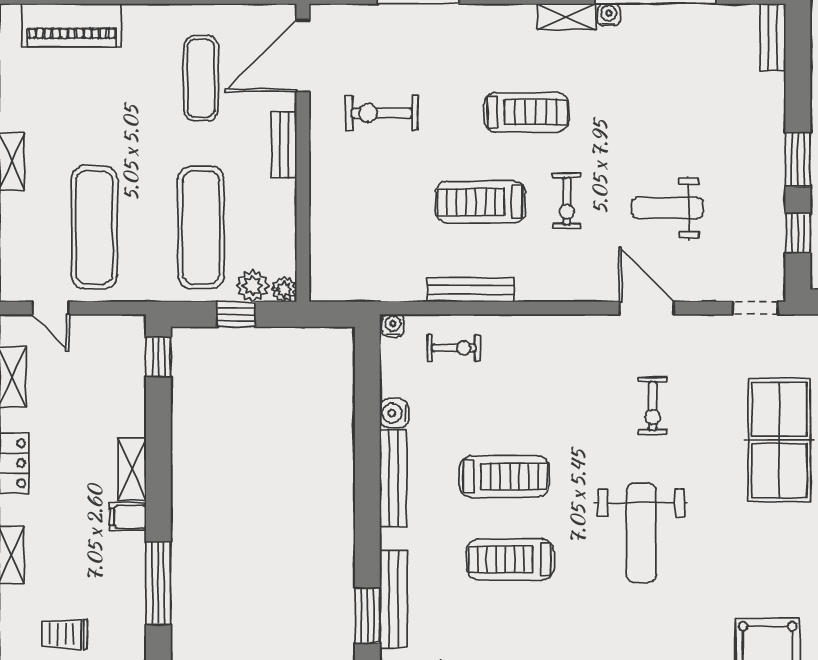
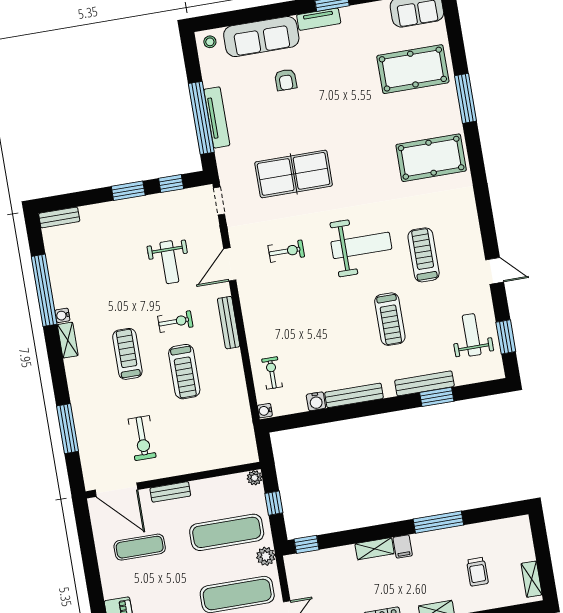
plant: (253, 286) -> (266, 556), moved
bench: (470, 290) -> (229, 323), moved
treadmill: (504, 477) -> (424, 255), moved

